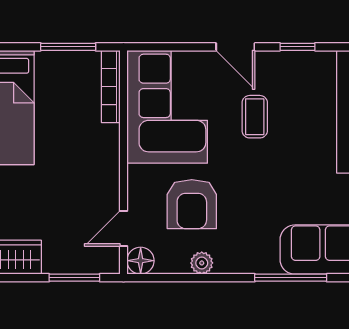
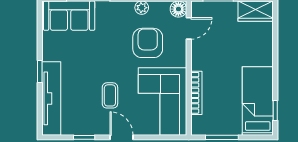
bookcase: (111, 87) -> (196, 93), moved

